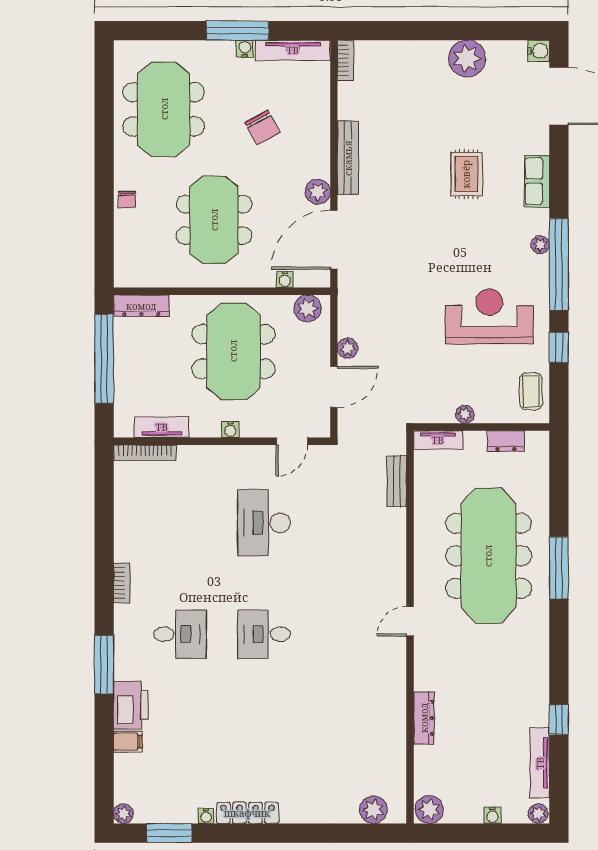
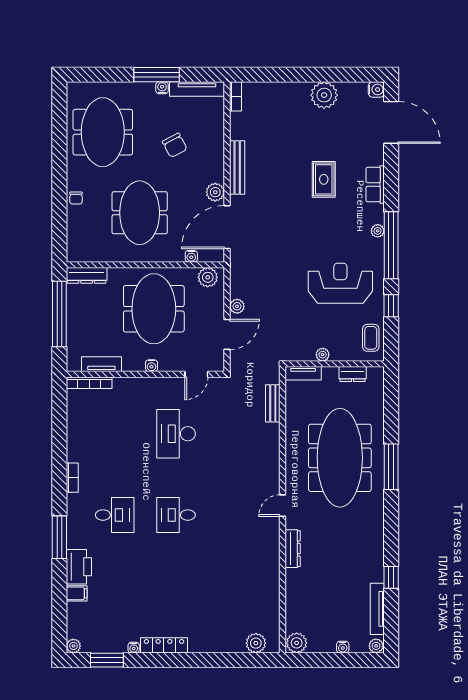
dresser: (424, 718) -> (293, 549), moved

